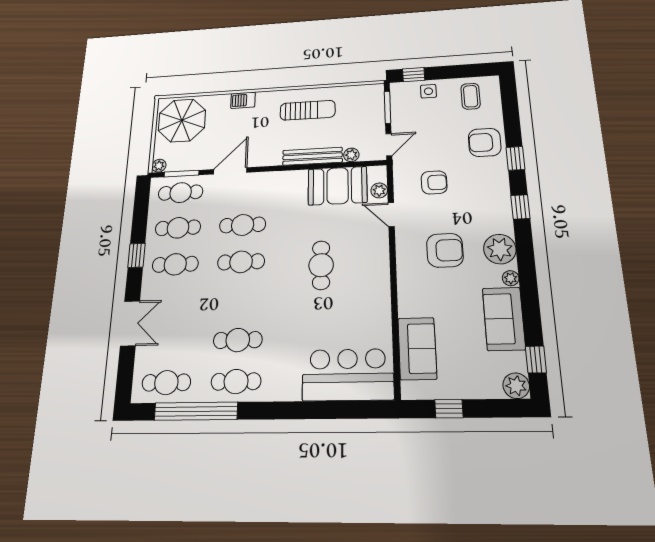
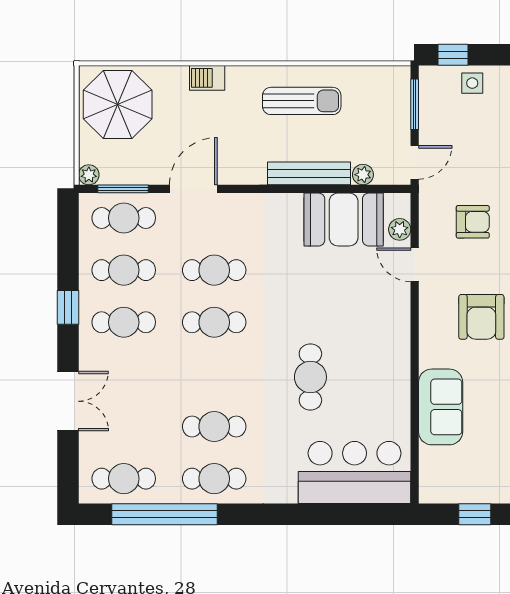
armchair: (445, 250) -> (481, 317), turned 90
cafe table: (321, 265) -> (310, 377), moved
sofa: (417, 348) -> (441, 407), moved

